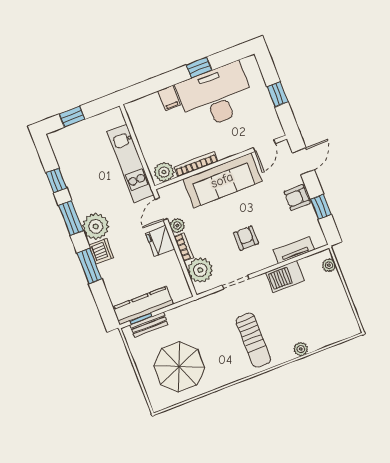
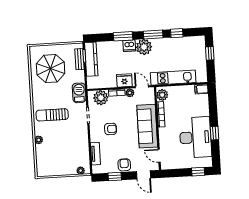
window: (278, 94) -> (198, 172), moved
filing cabinet: (169, 98) -> (201, 89), moved
barbecue: (285, 276) -> (79, 93), moved

